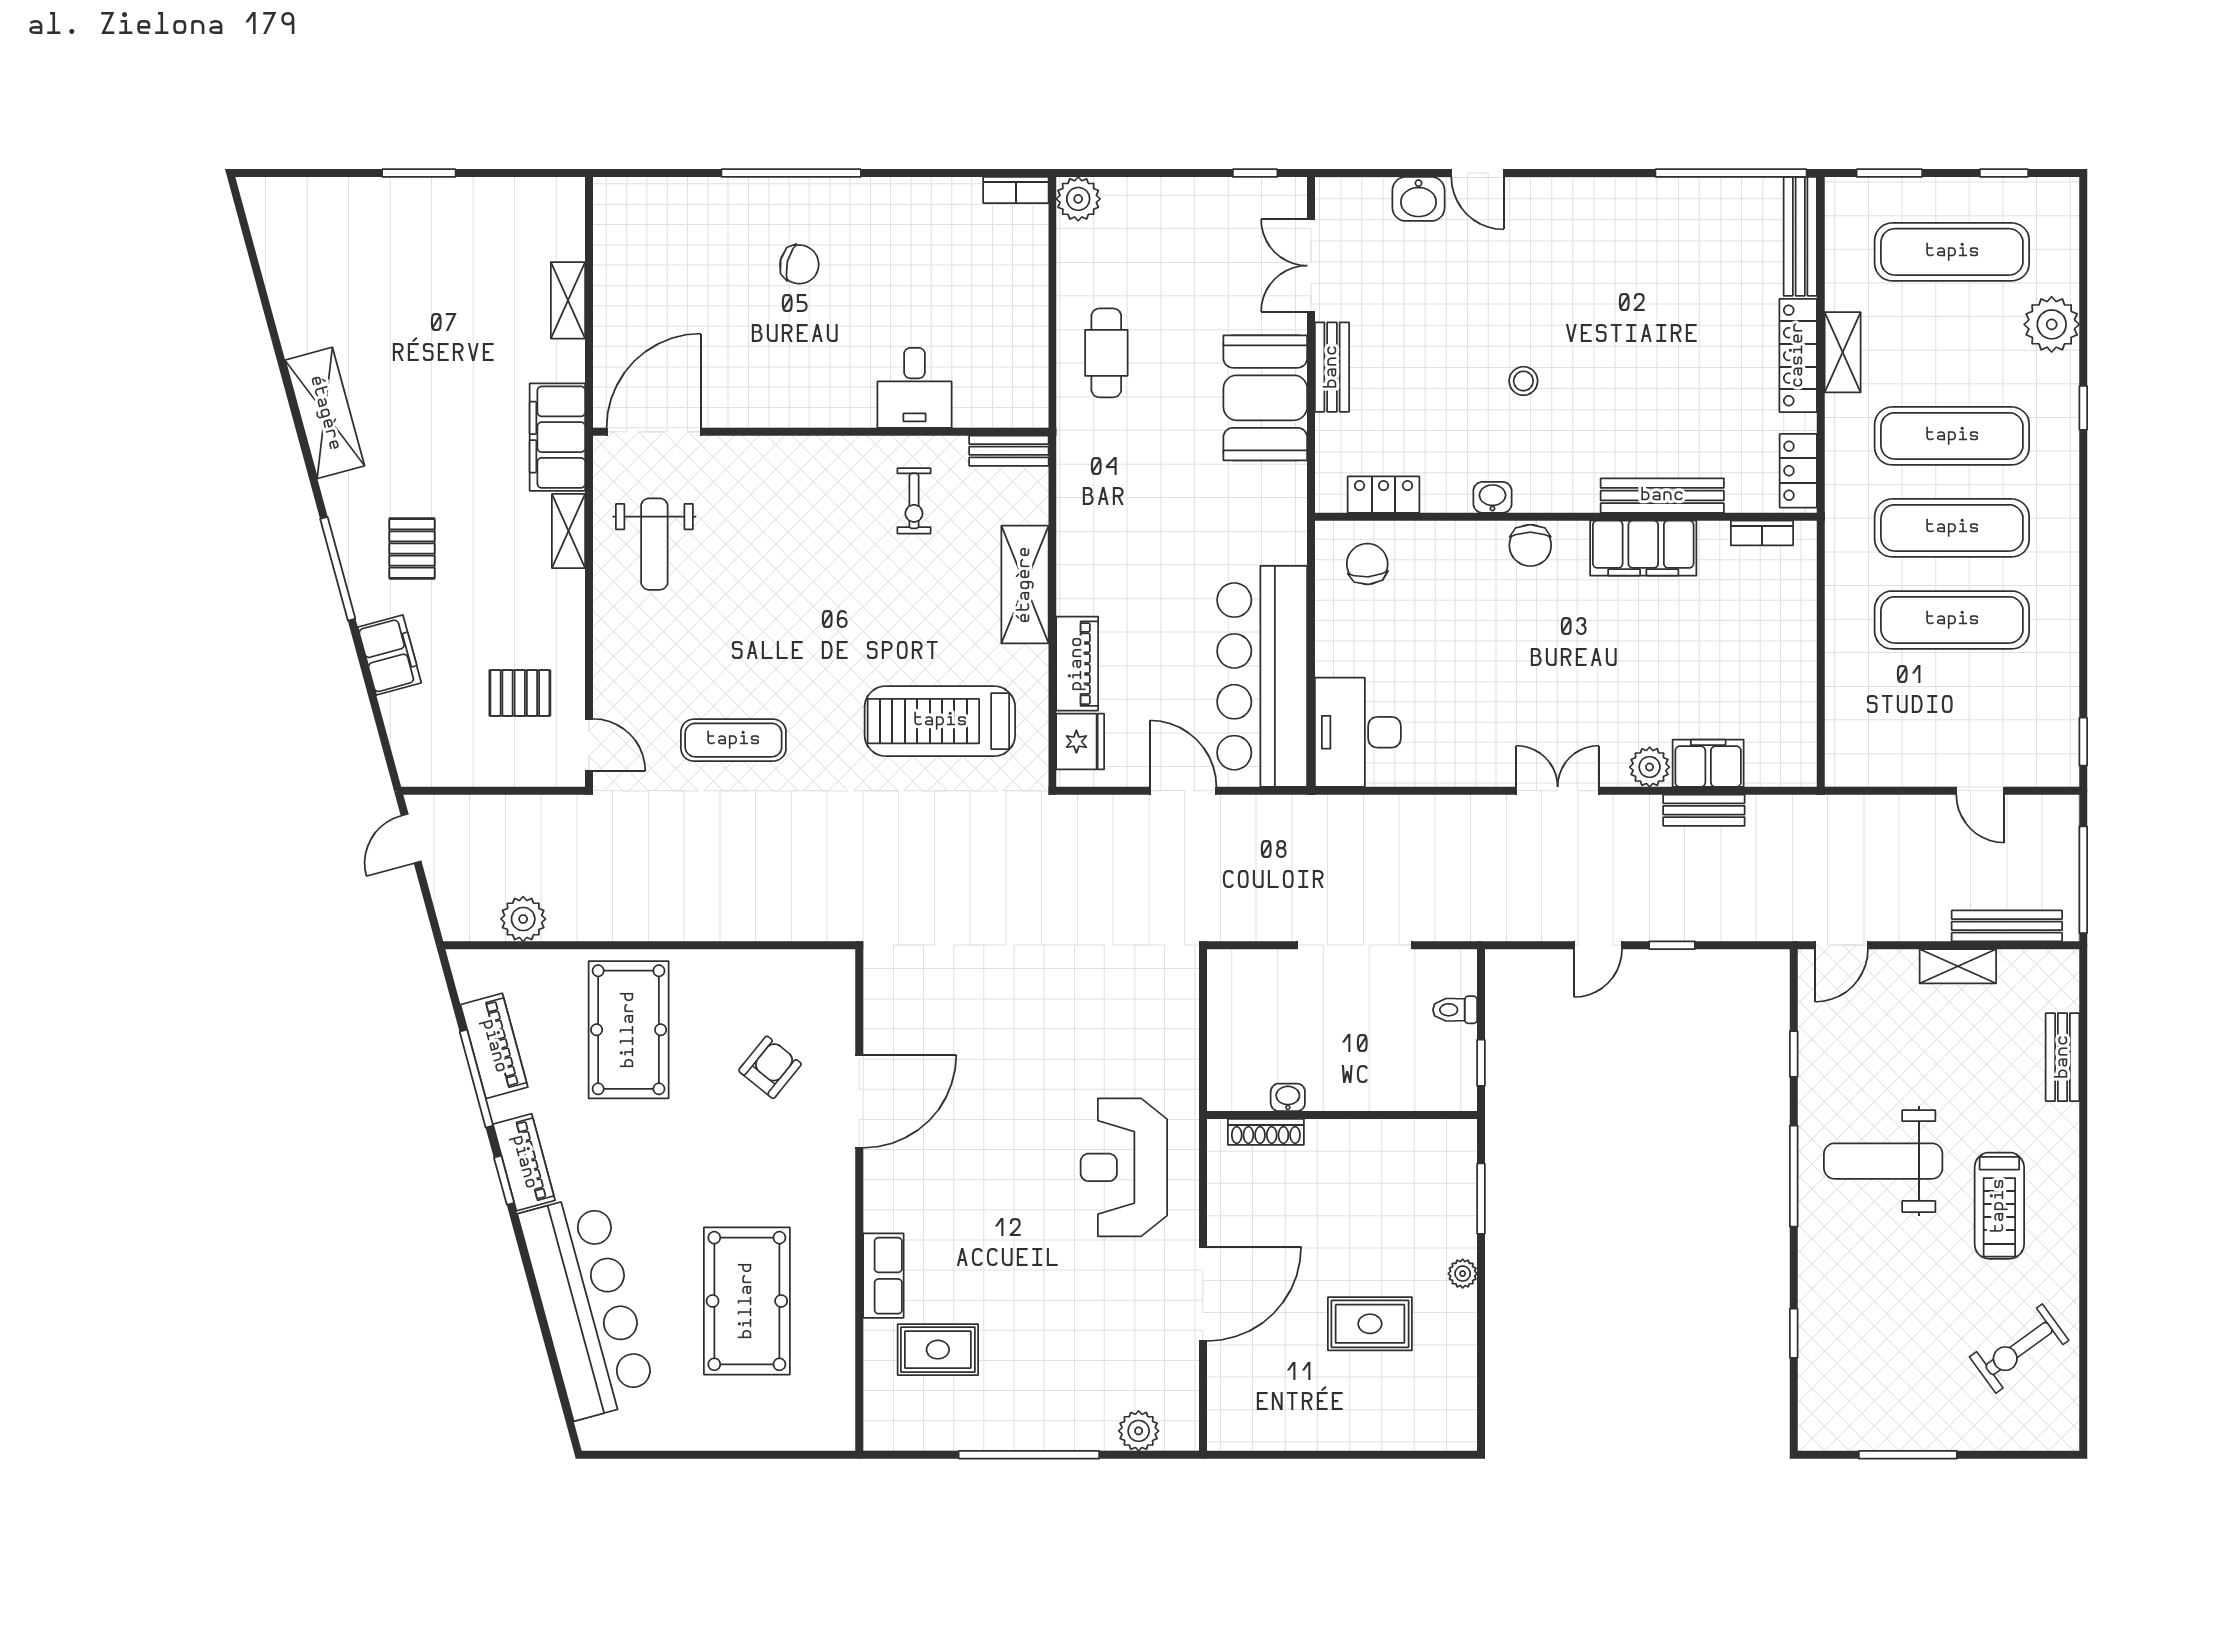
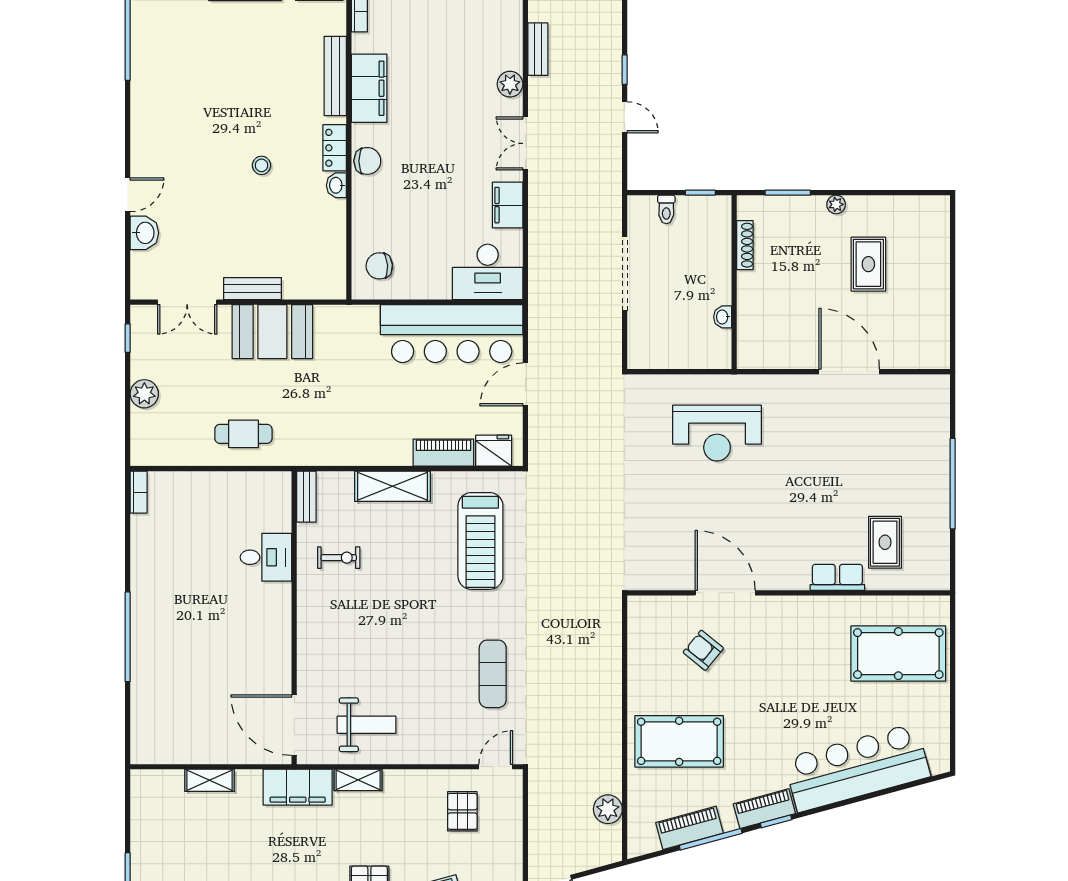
plant: (1078, 199) -> (144, 394), moved
chair: (799, 264) -> (186, 631), removed
locker: (1384, 495) -> (335, 148), moved
filing cabinet: (1708, 763) -> (508, 205), moved
shoe rack: (1266, 1132) -> (745, 245), moved
reception desk: (1124, 1167) -> (717, 433), moved
pool table: (747, 1301) -> (898, 654), moved
plant: (1139, 1431) -> (937, 413), removed

